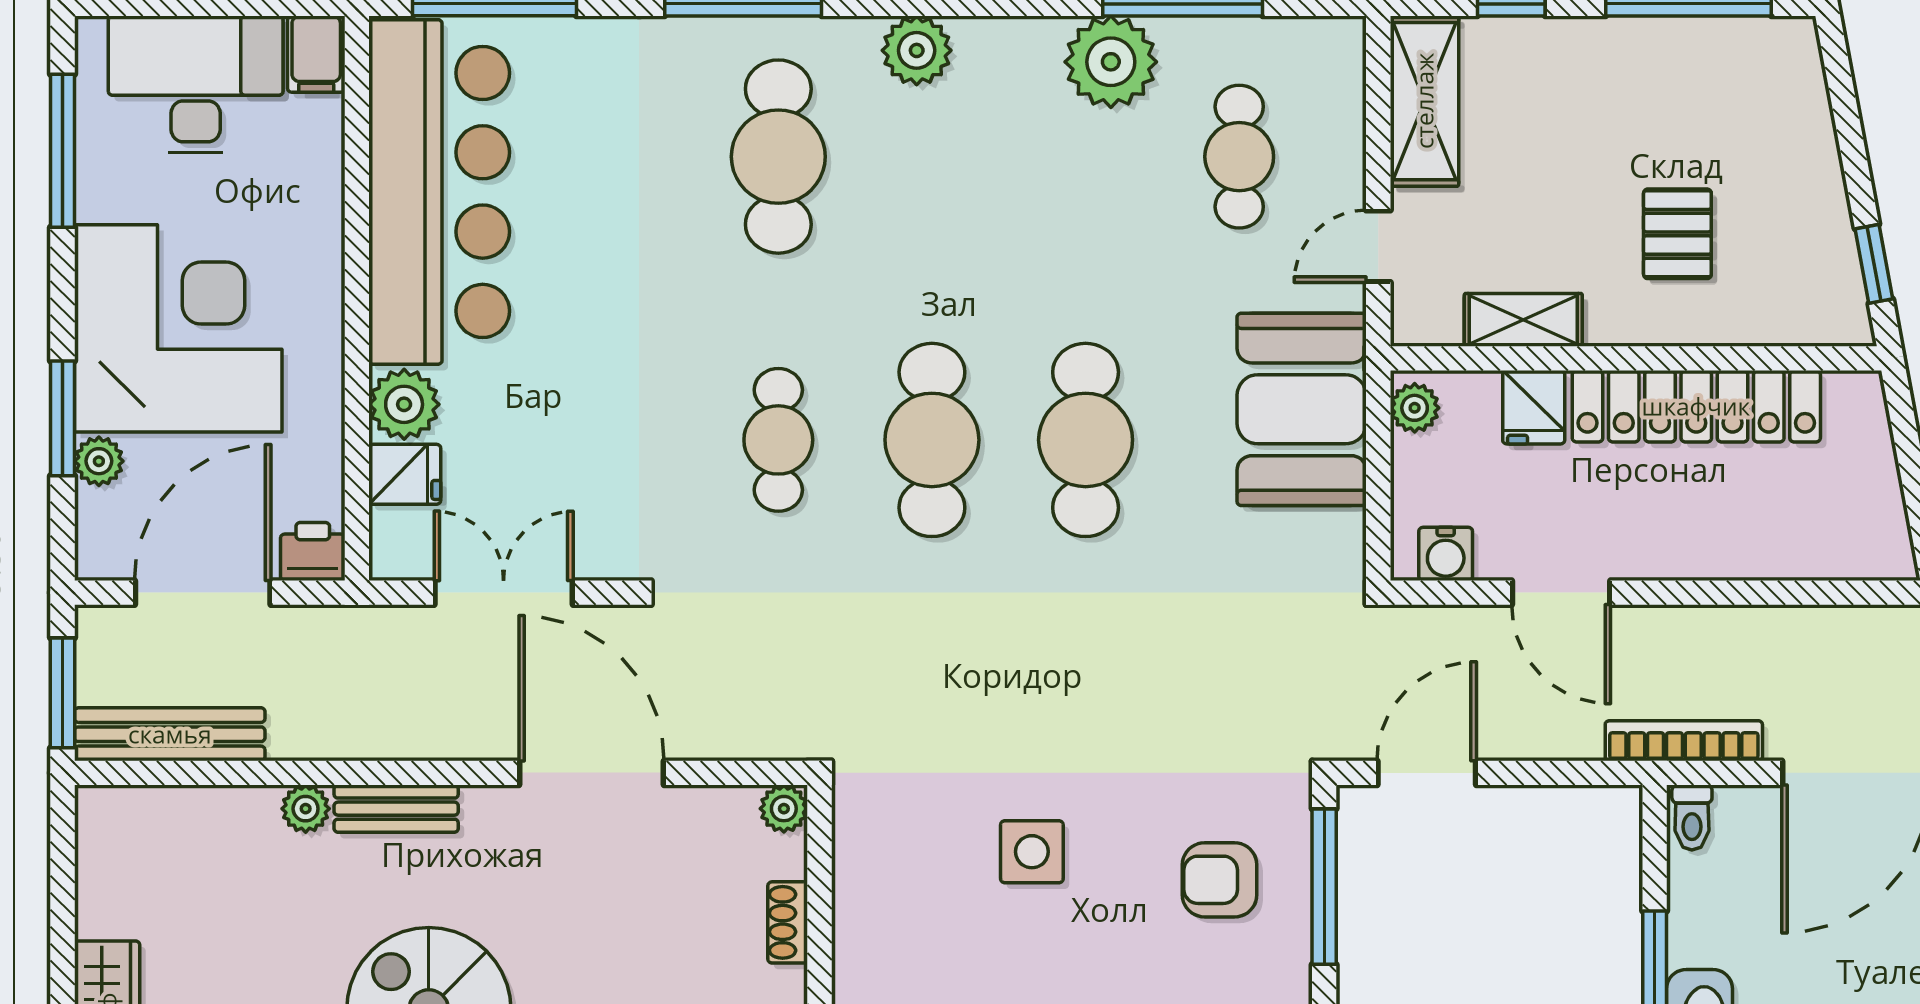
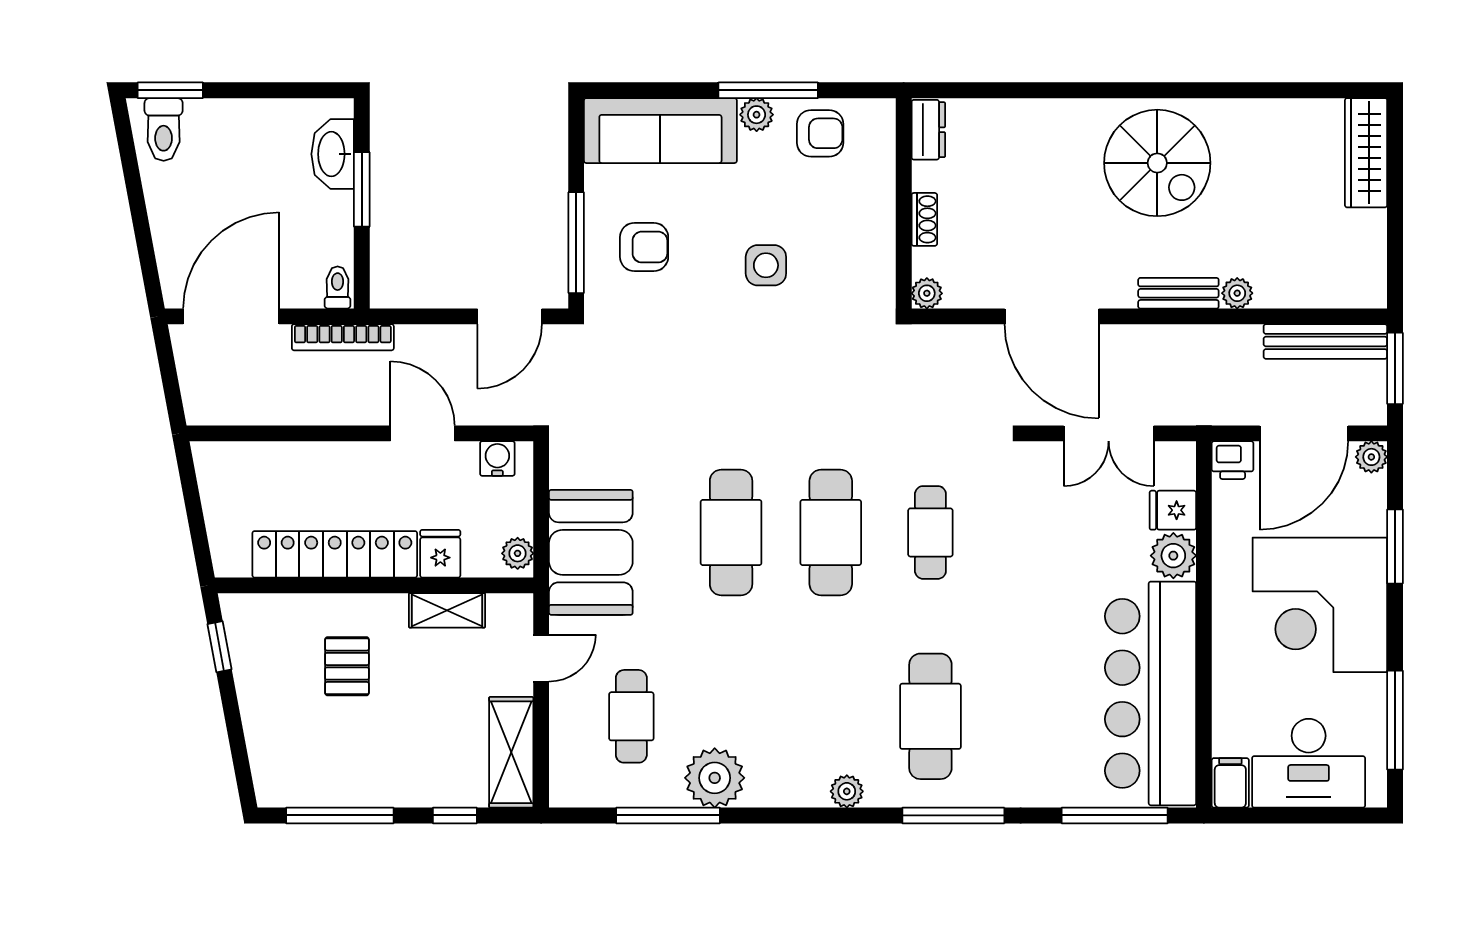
plant: (917, 50) -> (847, 791), width x0.73, depth x0.73
plant: (99, 461) -> (1371, 457), moved

